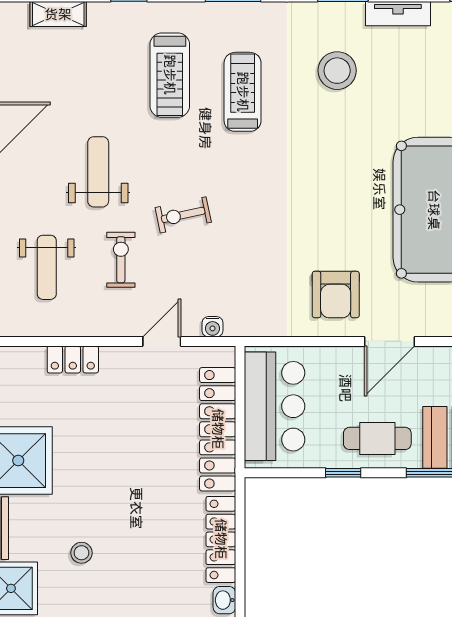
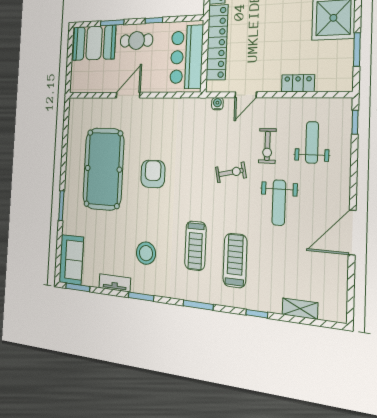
armchair: (336, 295) -> (153, 174), moved

